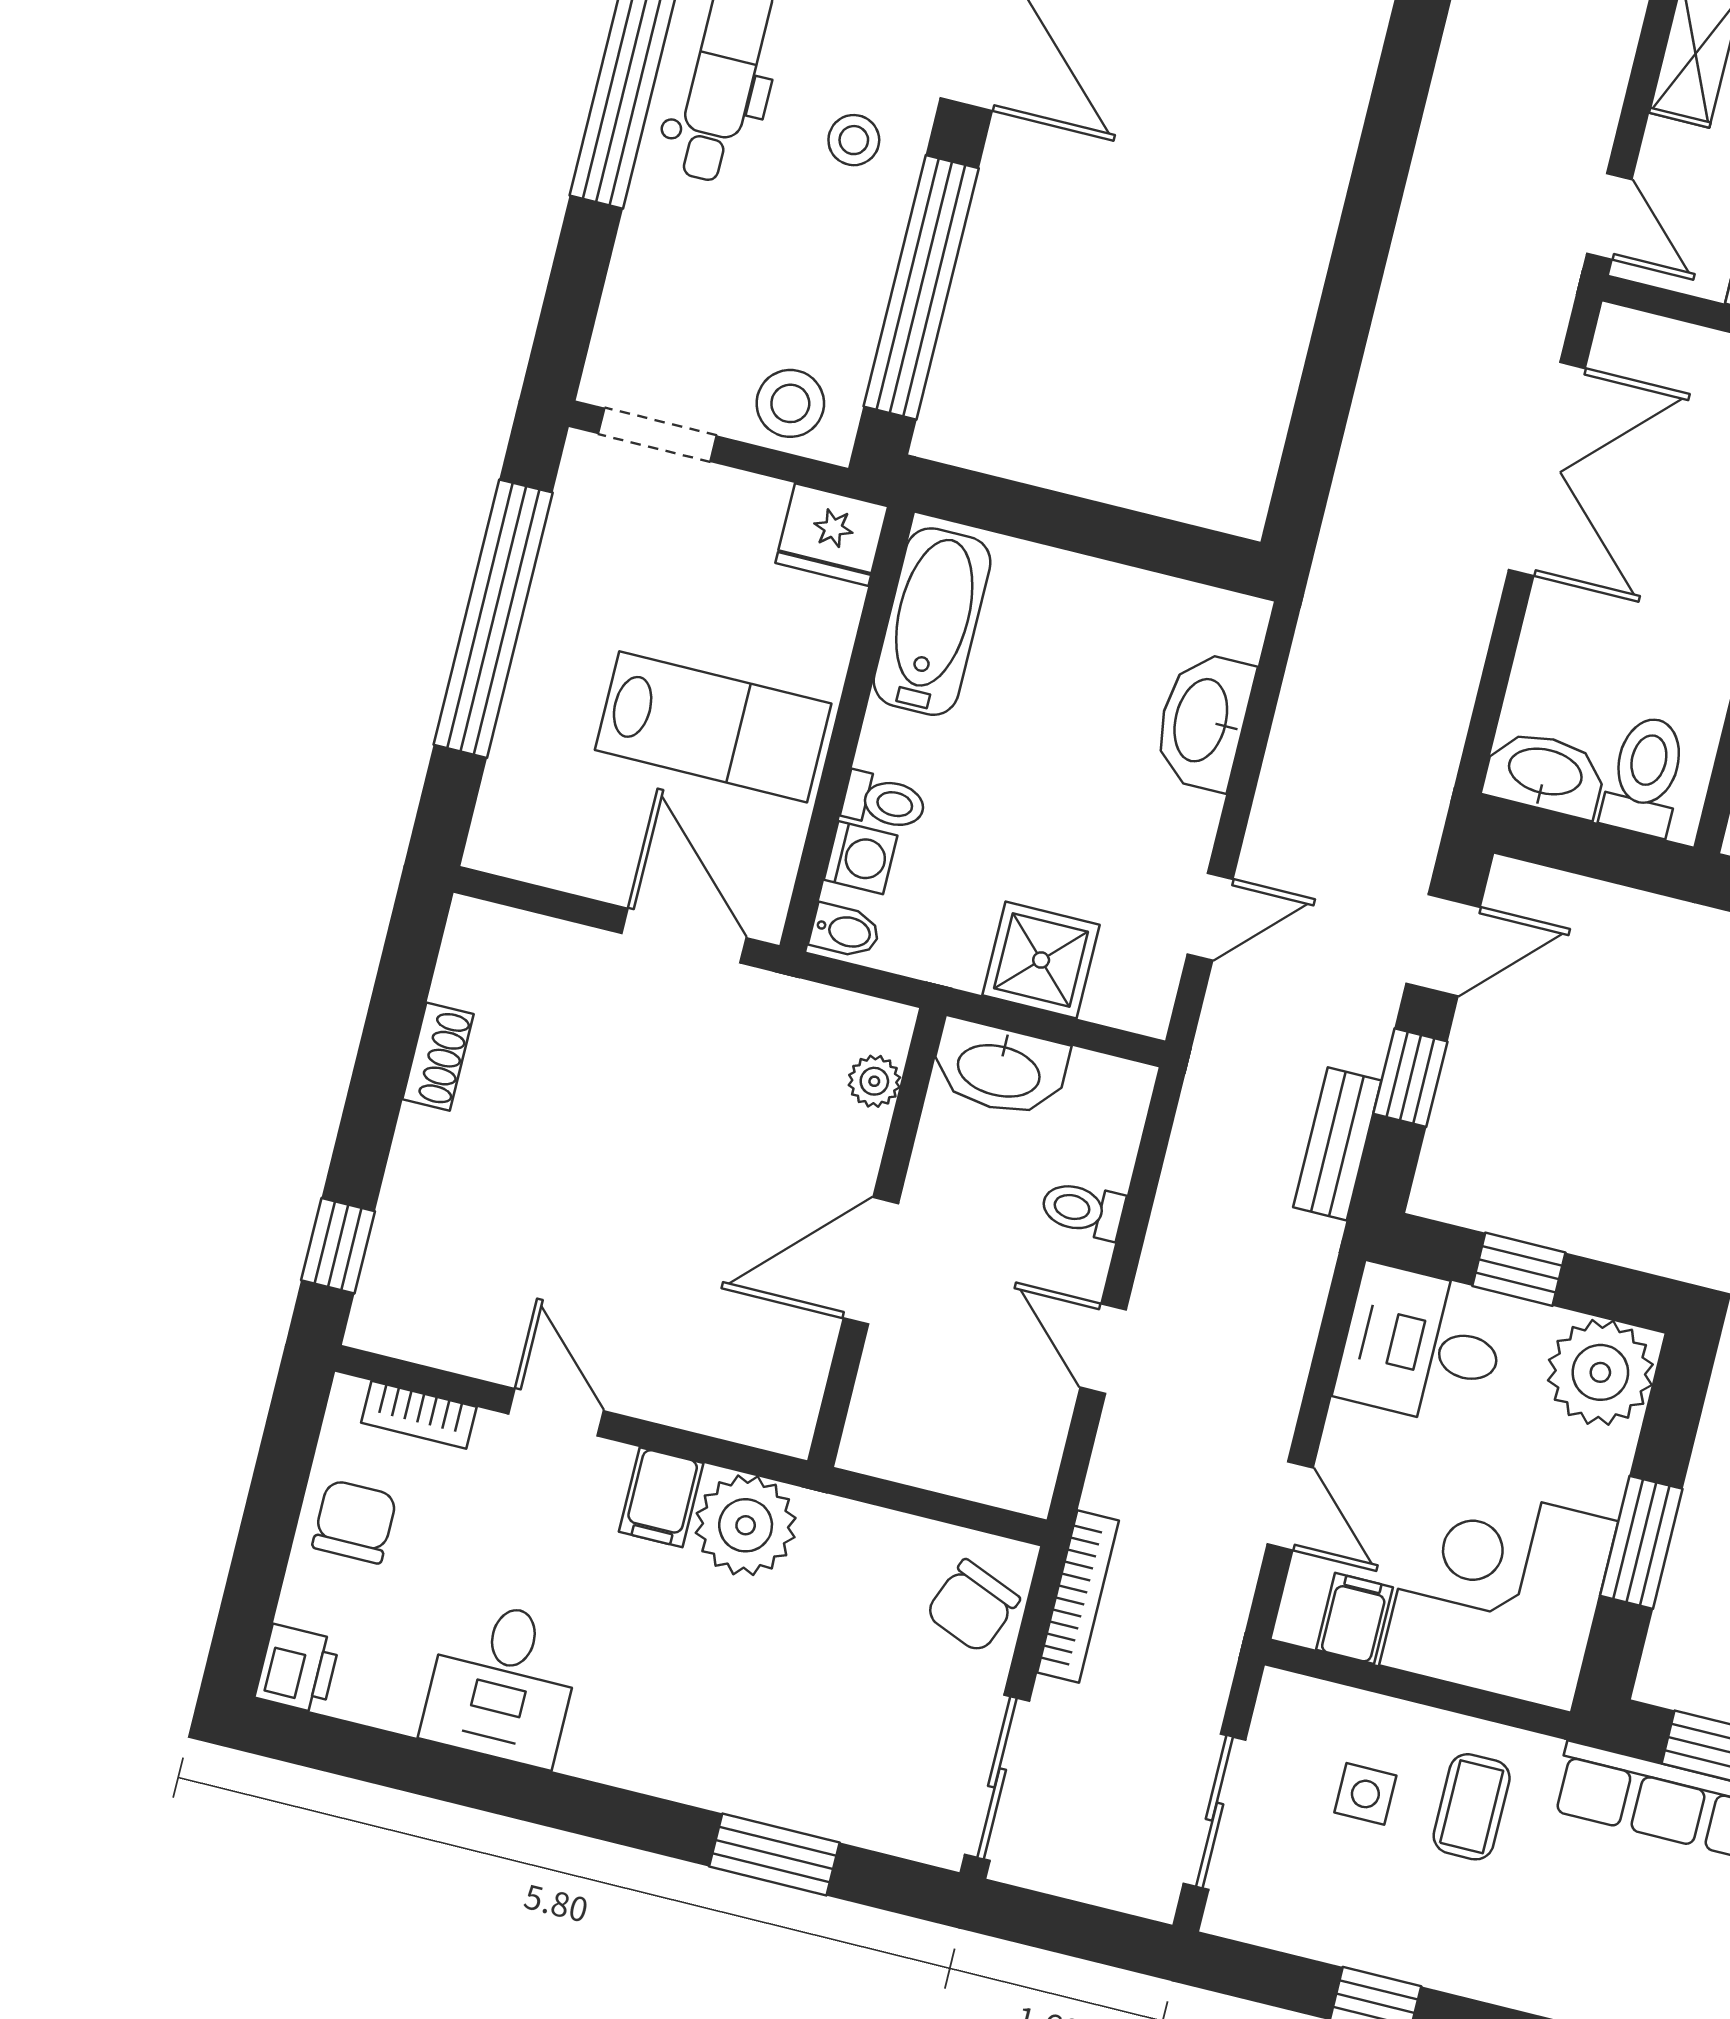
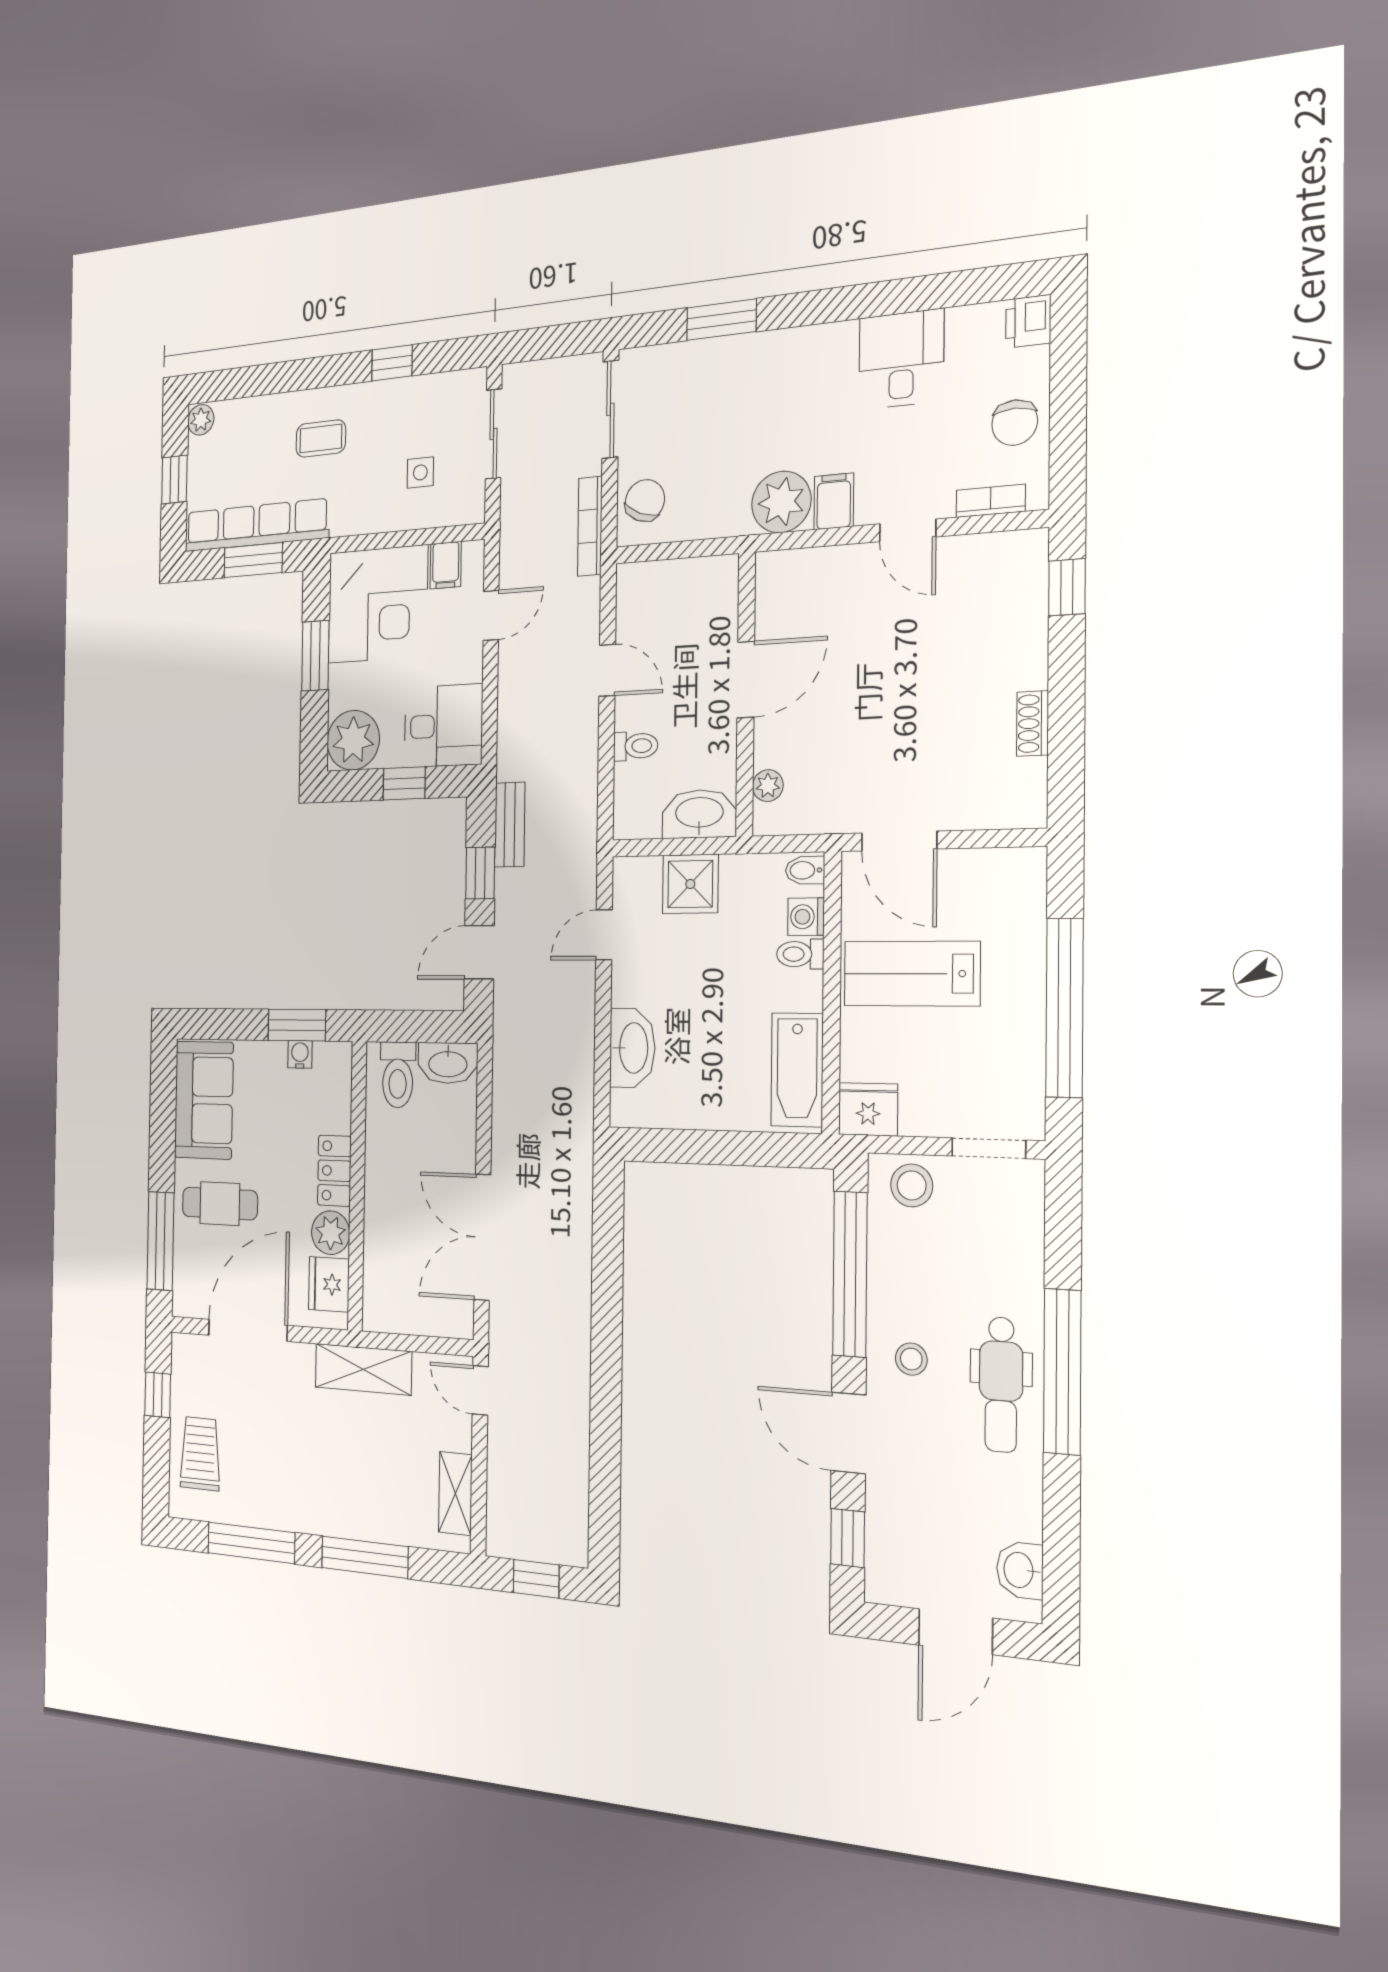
door: (1290, 1506) -> (491, 615), swing flipped
coffee table: (1472, 1807) -> (321, 438), moved, turned 90

